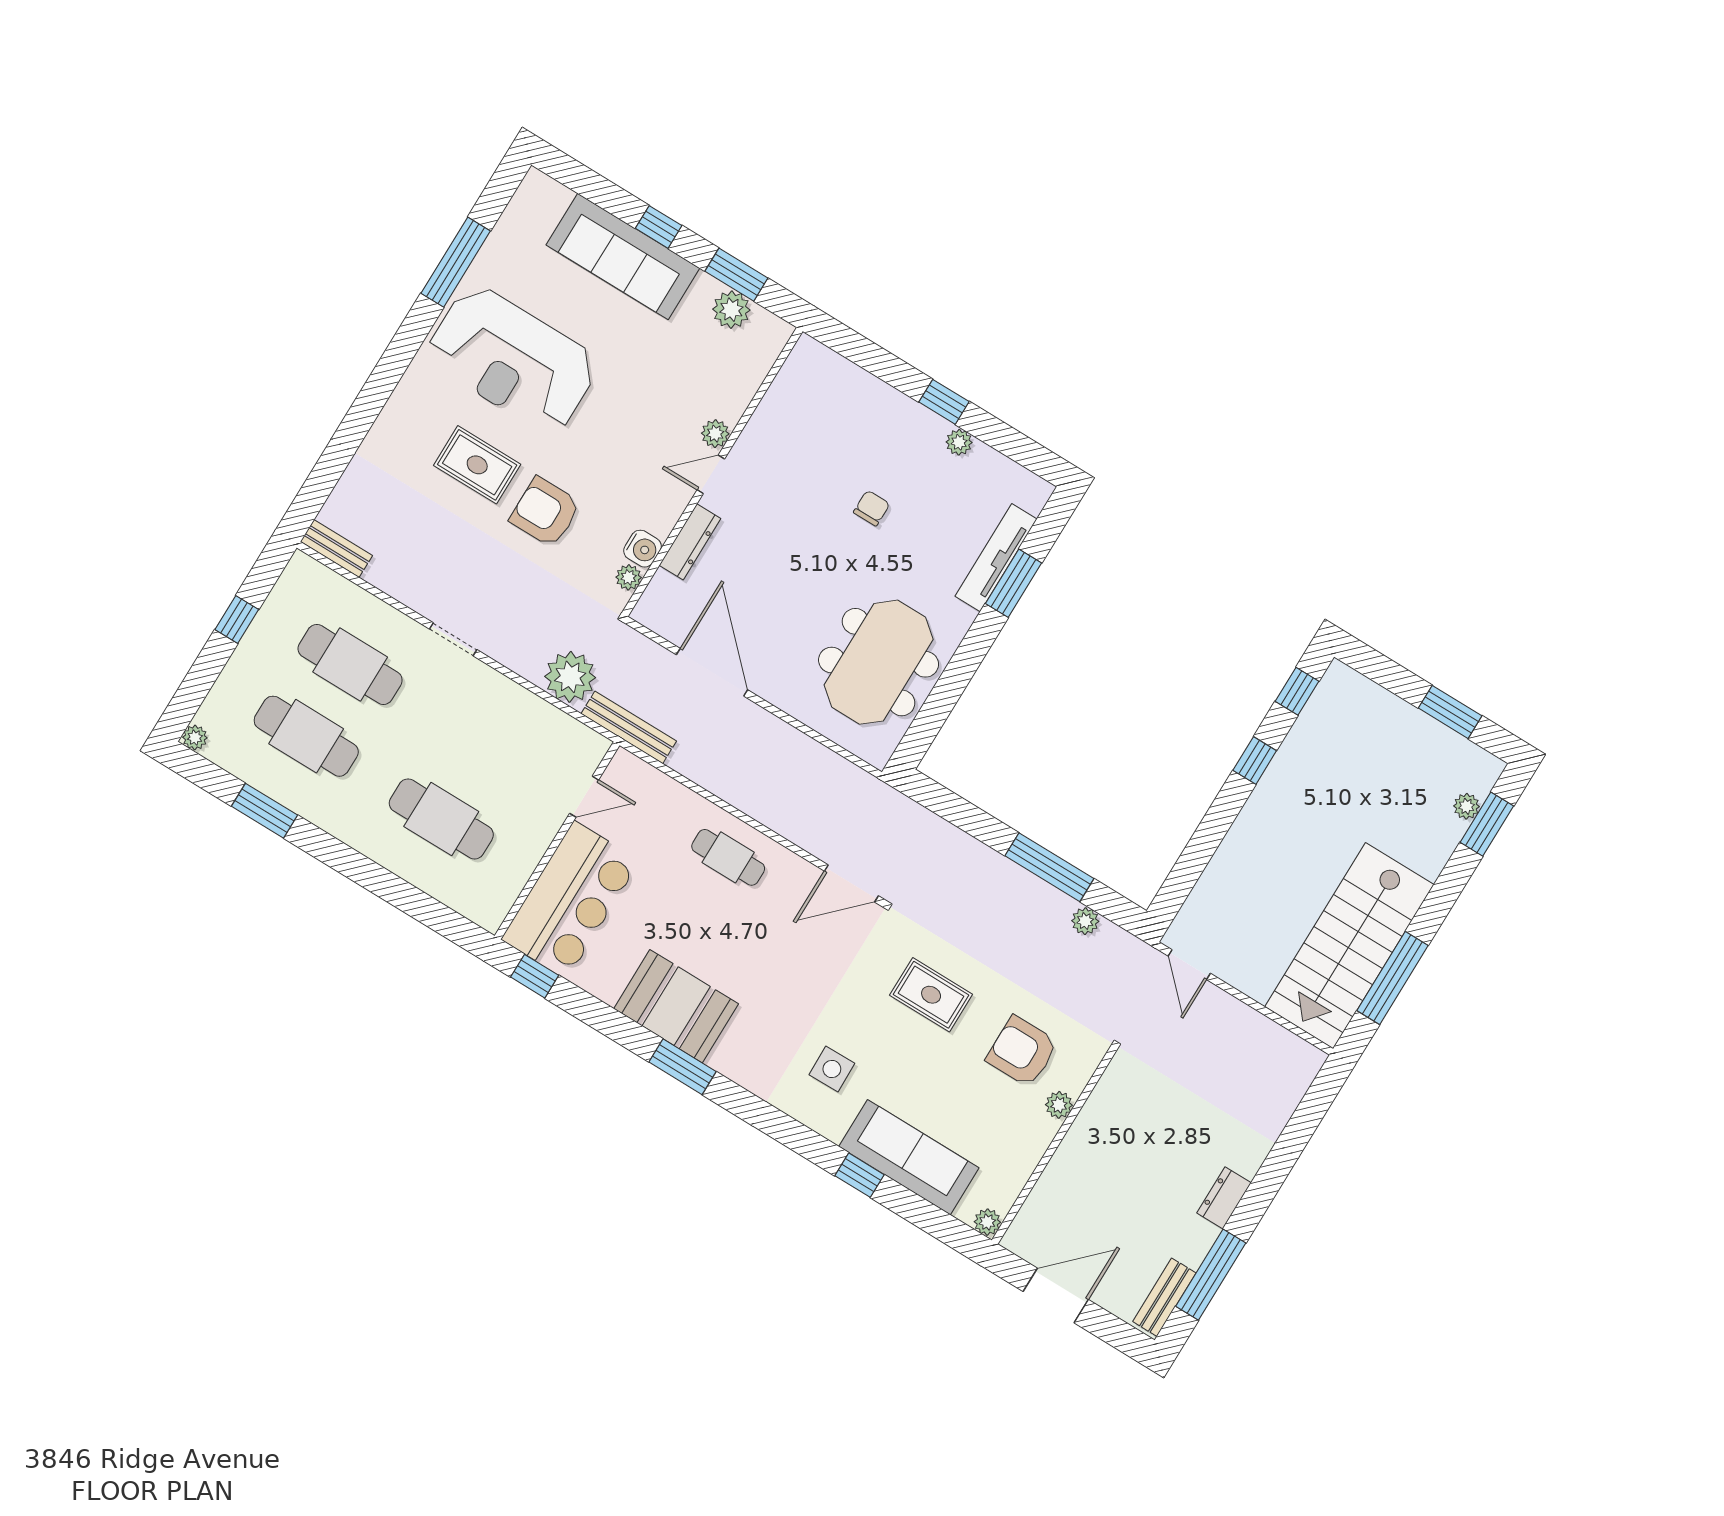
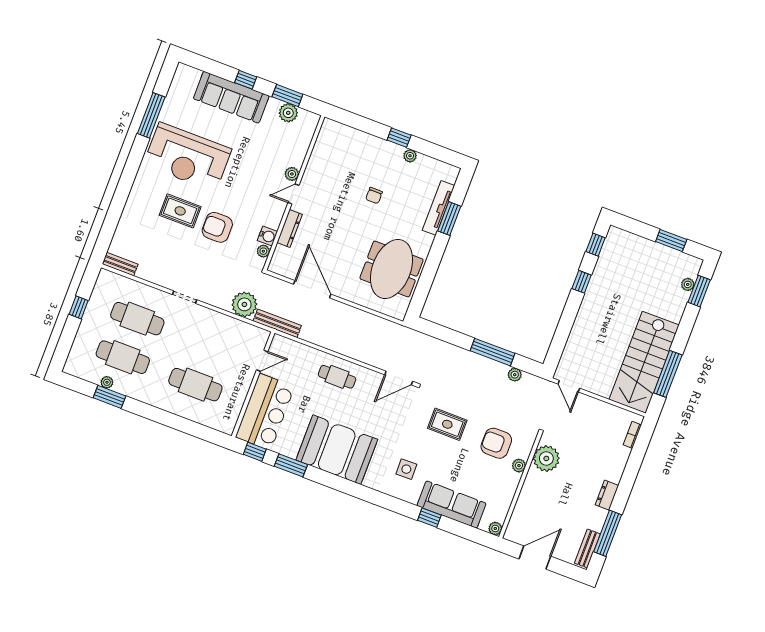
chair: (872, 508) -> (374, 196), turned 180
plant: (195, 738) -> (107, 382), moved
booth: (676, 1006) -> (337, 450), width x1.36, depth x1.42
window: (682, 1067) -> (291, 465), moved
bookcase: (1298, 1087) -> (632, 435), added
plant: (1117, 1101) -> (546, 458), added

